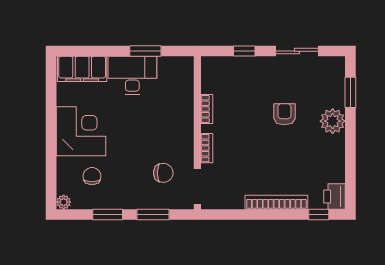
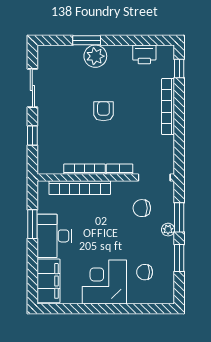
window: (350, 92) -> (87, 40), moved
bookcase: (186, 104) -> (80, 188), added
bookcase: (207, 109) -> (84, 169), width x1.56
armchair: (284, 114) -> (103, 111), moved, turned 90
chair: (163, 173) -> (142, 208), turned -90
printer: (335, 196) -> (144, 54), moved
plant: (64, 202) -> (168, 230), moved

